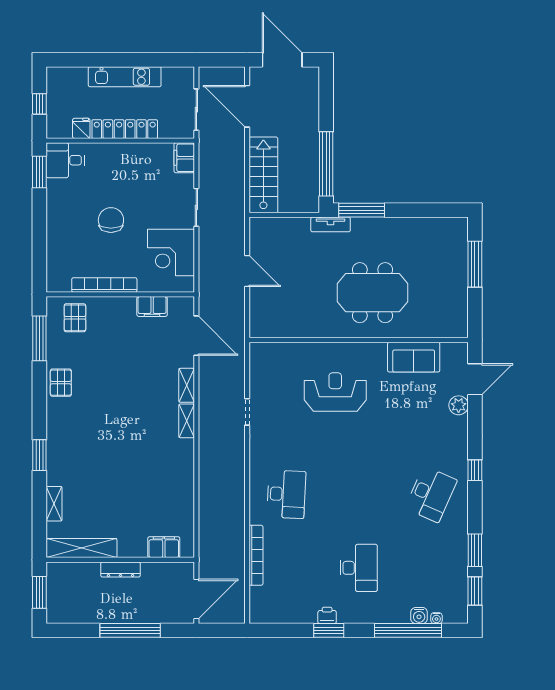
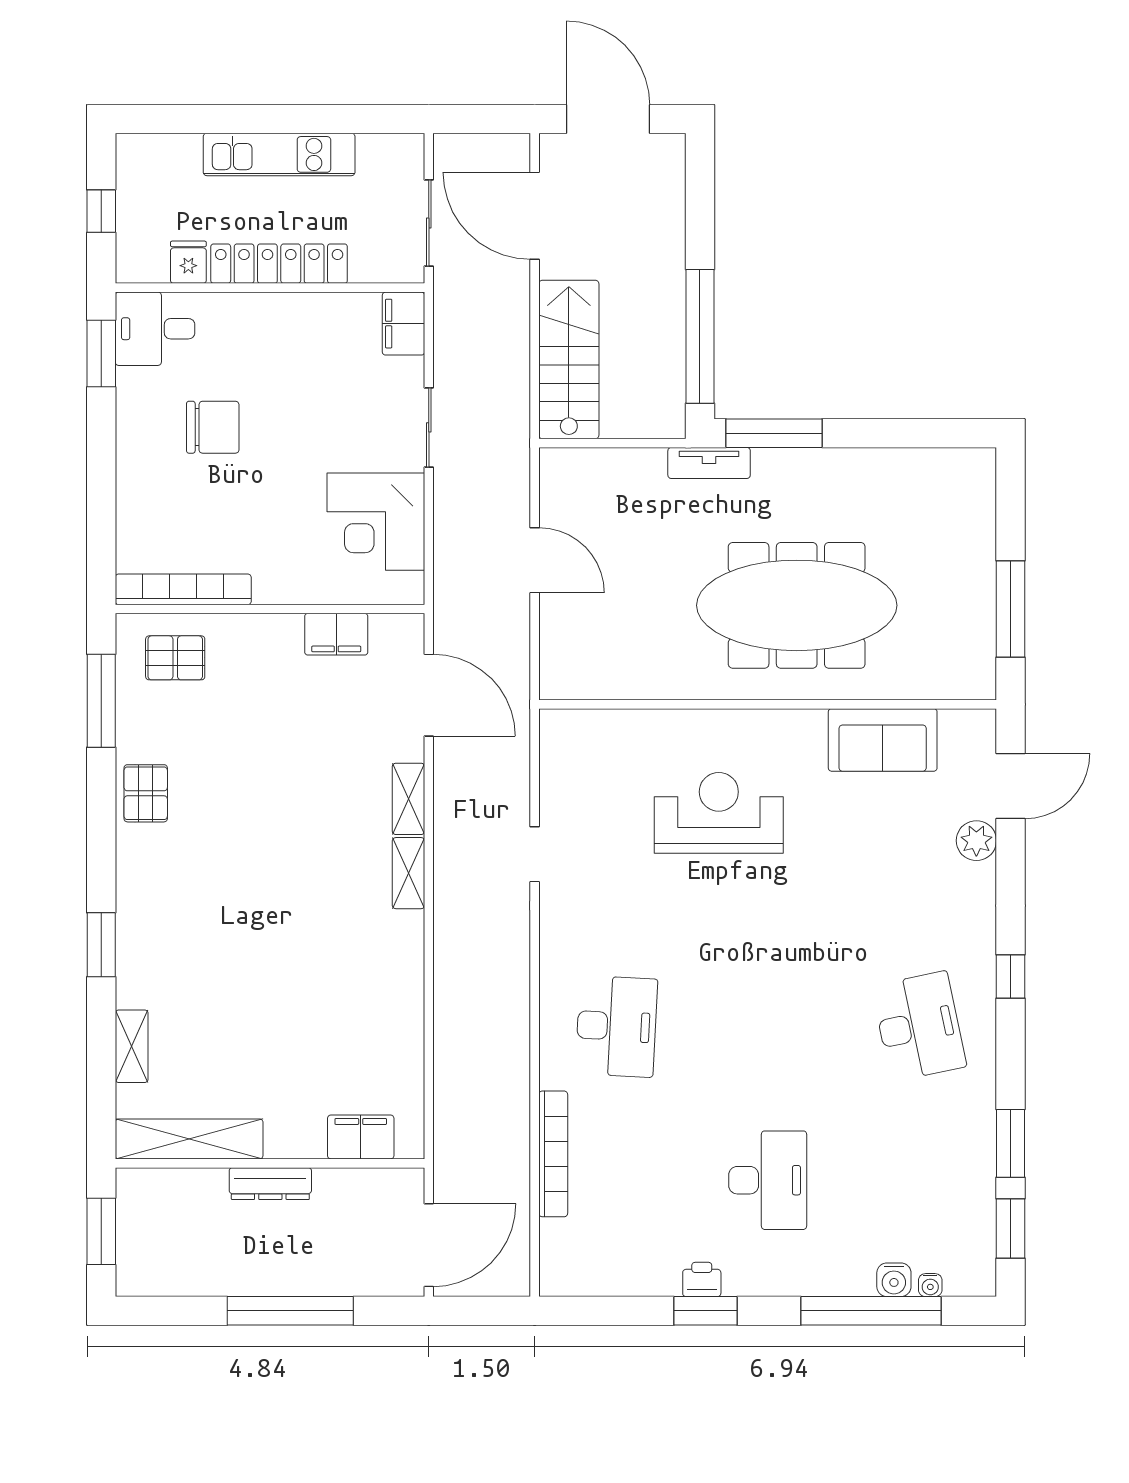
chair: (111, 220) -> (213, 427), moved, turned 90
window: (475, 264) -> (1011, 609), moved
bookcase: (104, 285) -> (183, 589), moved
meeting table: (373, 293) -> (797, 605), width x1.36
pallet: (75, 318) -> (175, 658), turned 90
desk: (431, 494) -> (919, 1026), turned -36

